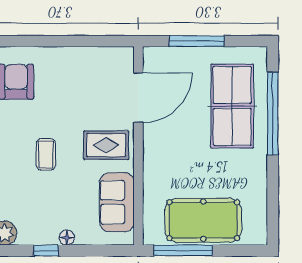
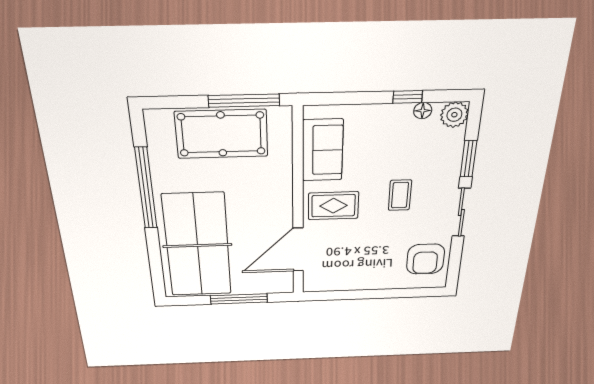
table tennis table: (232, 106) -> (197, 246), width x1.36, depth x1.32
window: (273, 113) -> (146, 188), moved
floor lamp: (67, 238) -> (423, 111), moved

